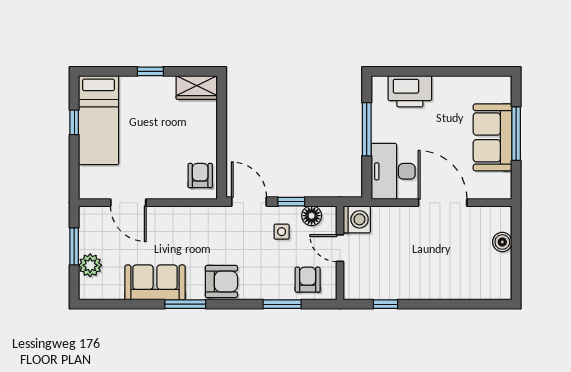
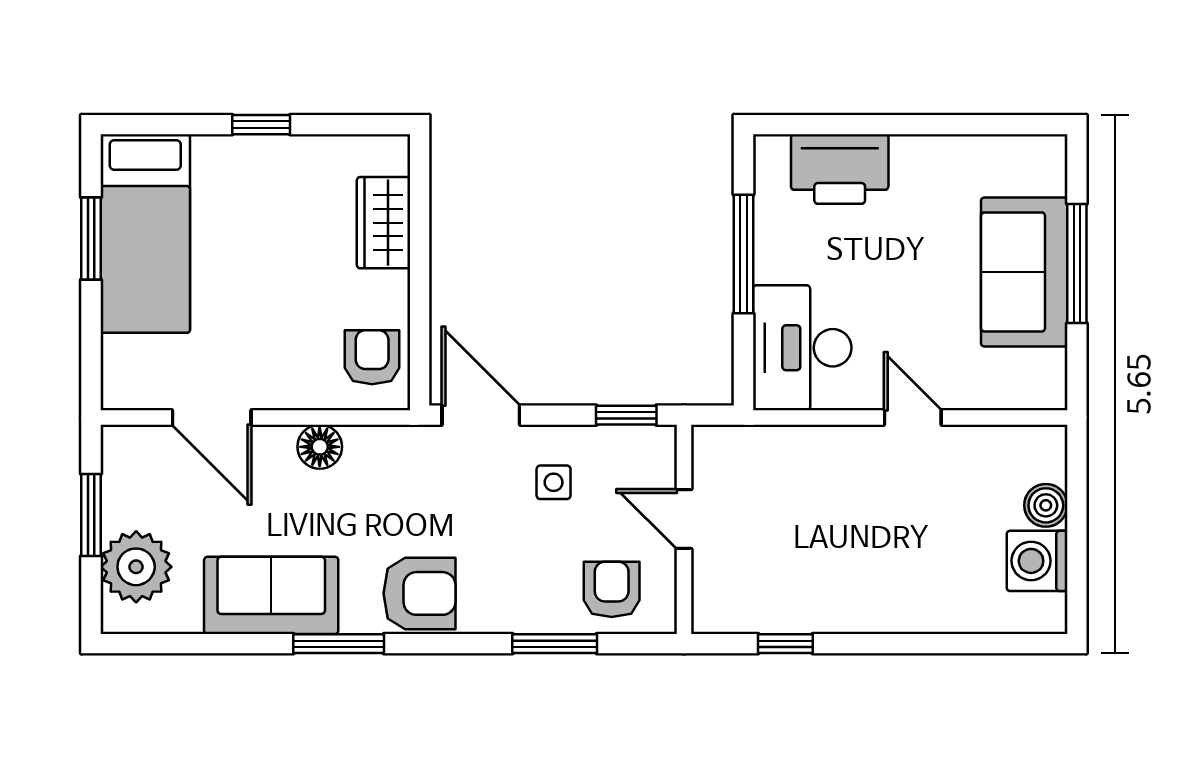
wardrobe: (197, 87) -> (384, 223), moved, turned 90
window: (74, 122) -> (91, 239), width x1.50
window: (291, 202) -> (626, 415), moved
door: (443, 203) -> (913, 417), width x0.53
floor lamp: (312, 216) -> (320, 447), moved
washing machine: (357, 219) -> (1037, 561), moved, turned 180
plant: (90, 265) -> (136, 567), width x1.36, depth x1.36

